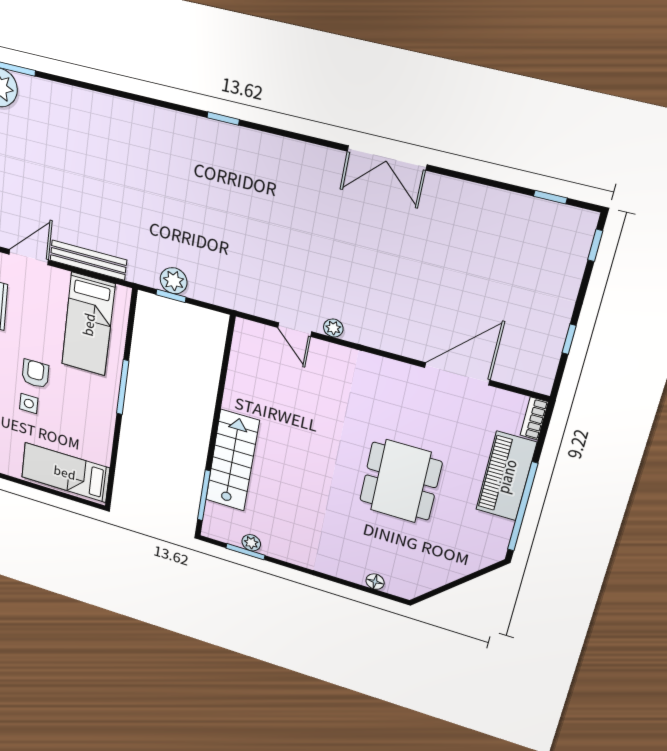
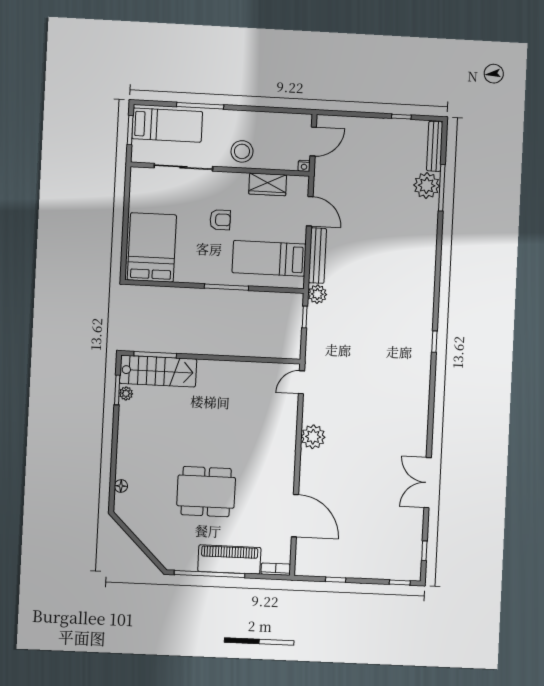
double door: (387, 158) -> (428, 483), moved
plant: (174, 281) -> (317, 294), moved
plant: (333, 328) -> (313, 437), width x1.88, depth x1.88
door: (295, 330) -> (301, 382), moved
side table: (29, 404) -> (194, 216), removed
stairs: (232, 461) -> (158, 371), moved
bed: (65, 472) -> (152, 247), width x1.50

